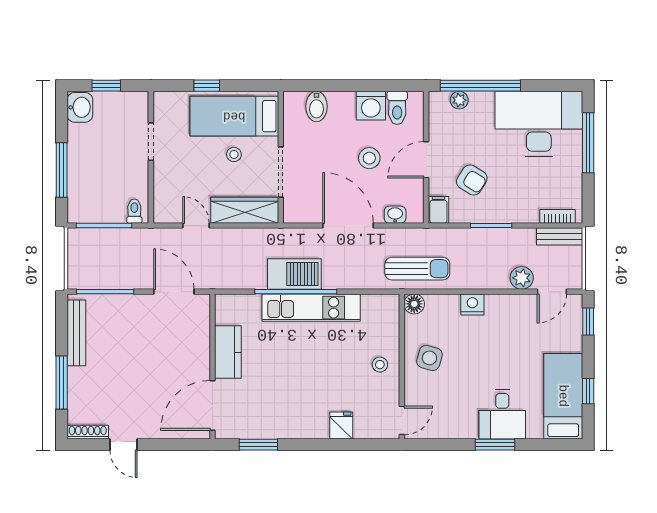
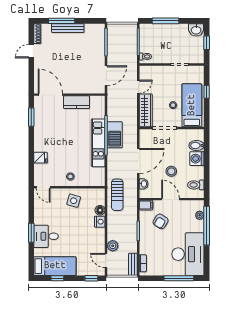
washing machine: (371, 106) -> (197, 159), moved
floor lamp: (414, 304) -> (100, 210), moved
bench: (76, 333) -> (68, 28), moved

